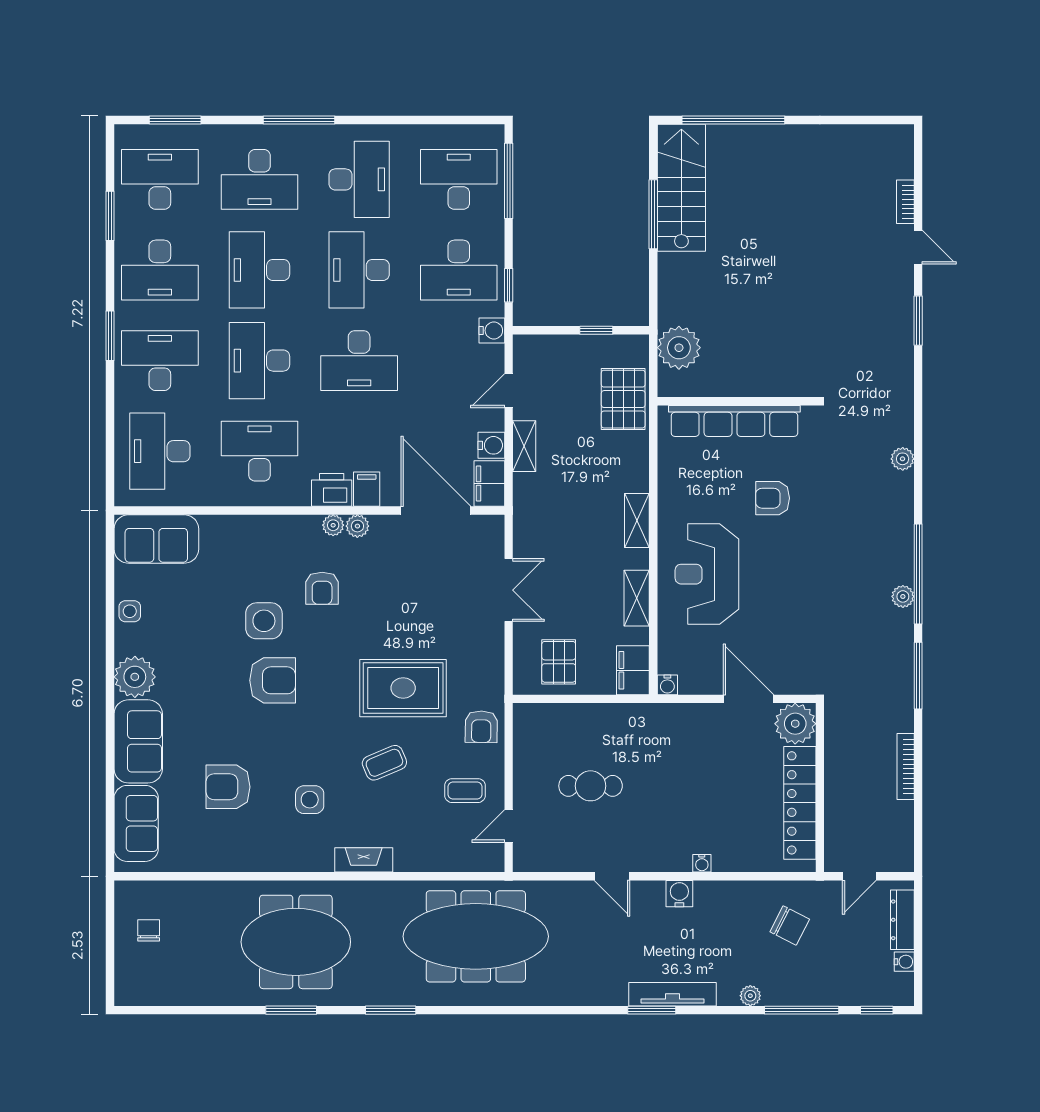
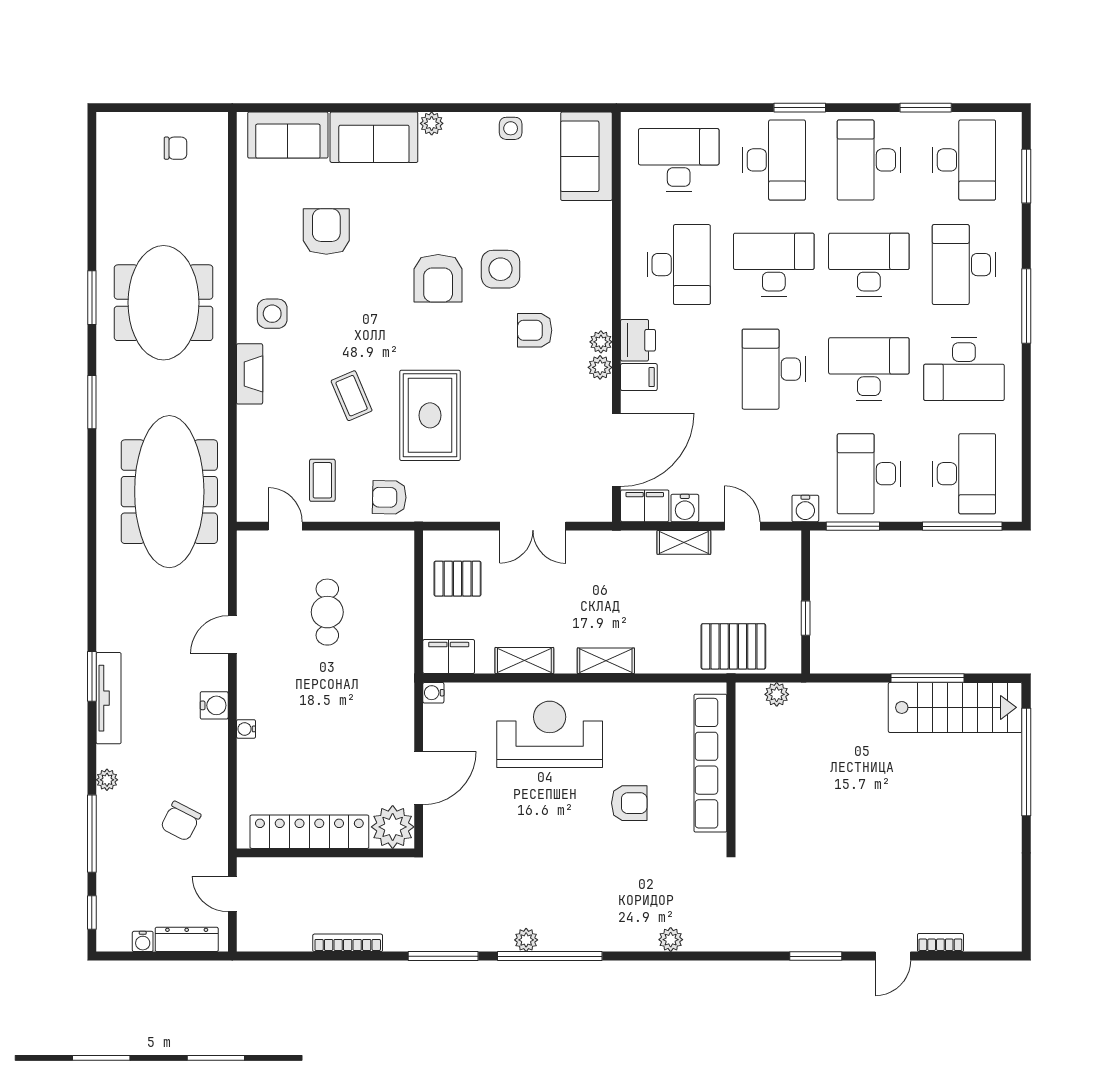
window: (509, 285) -> (853, 526), width x1.50
plant: (679, 348) -> (777, 694), width x0.53, depth x0.53
armchair: (773, 498) -> (629, 803), turned 90
plant: (135, 677) -> (432, 123), width x0.53, depth x0.53
side table: (310, 800) -> (272, 314), moved

